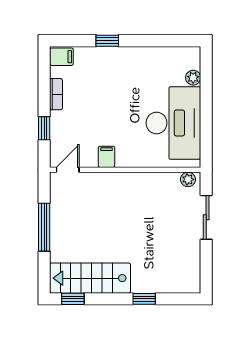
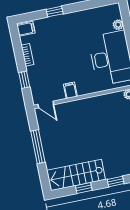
door: (68, 170) -> (46, 105), swing flipped
window: (73, 299) -> (84, 188), moved

